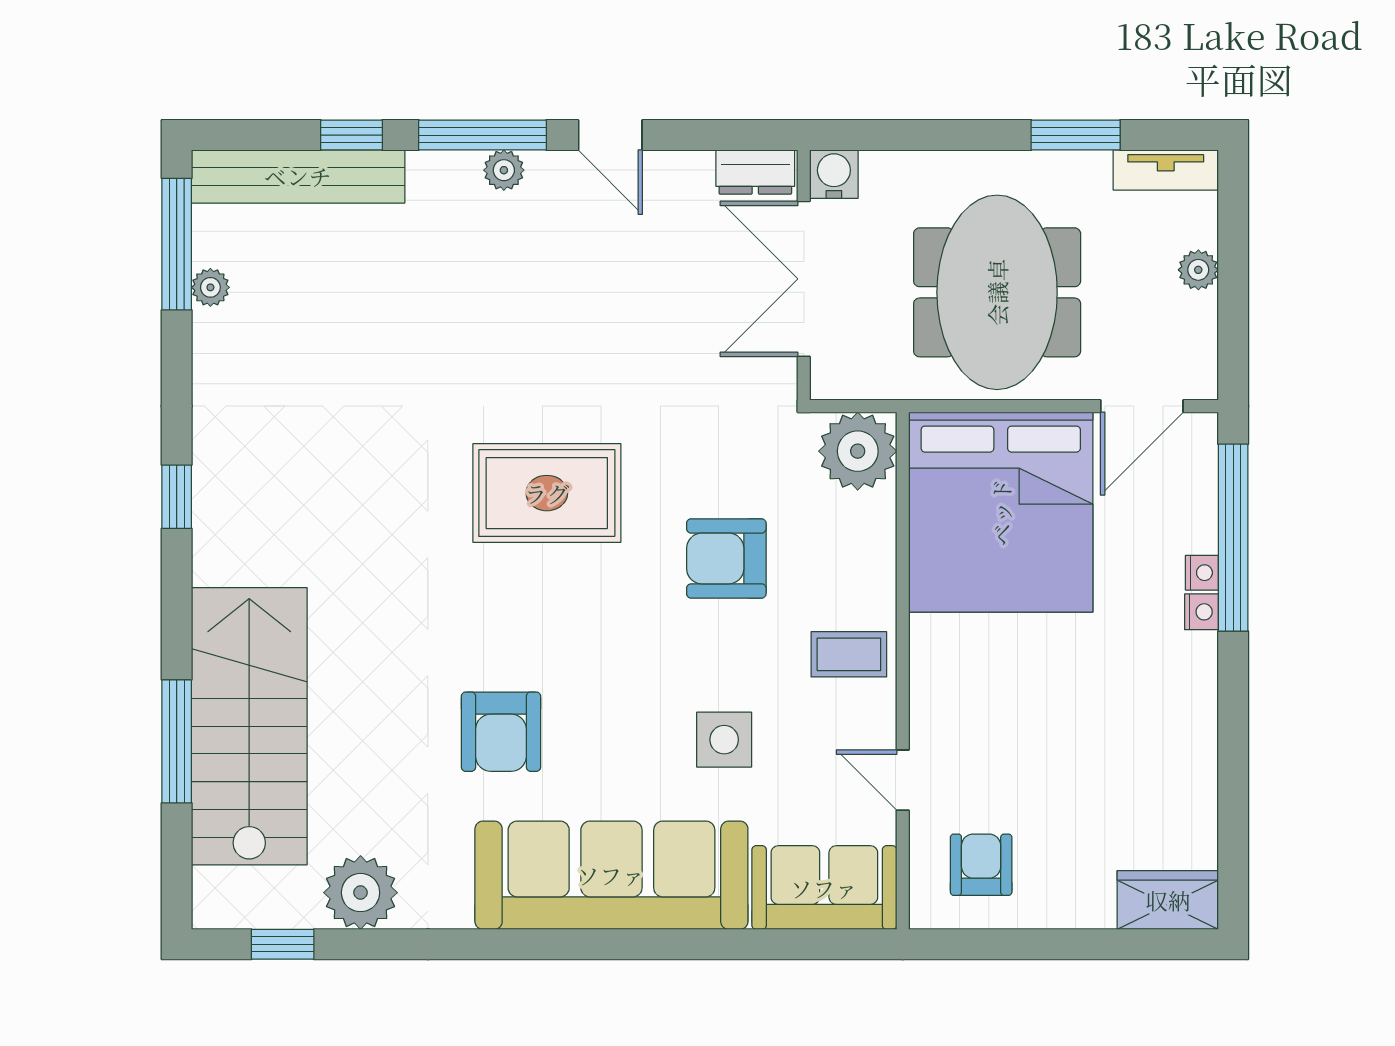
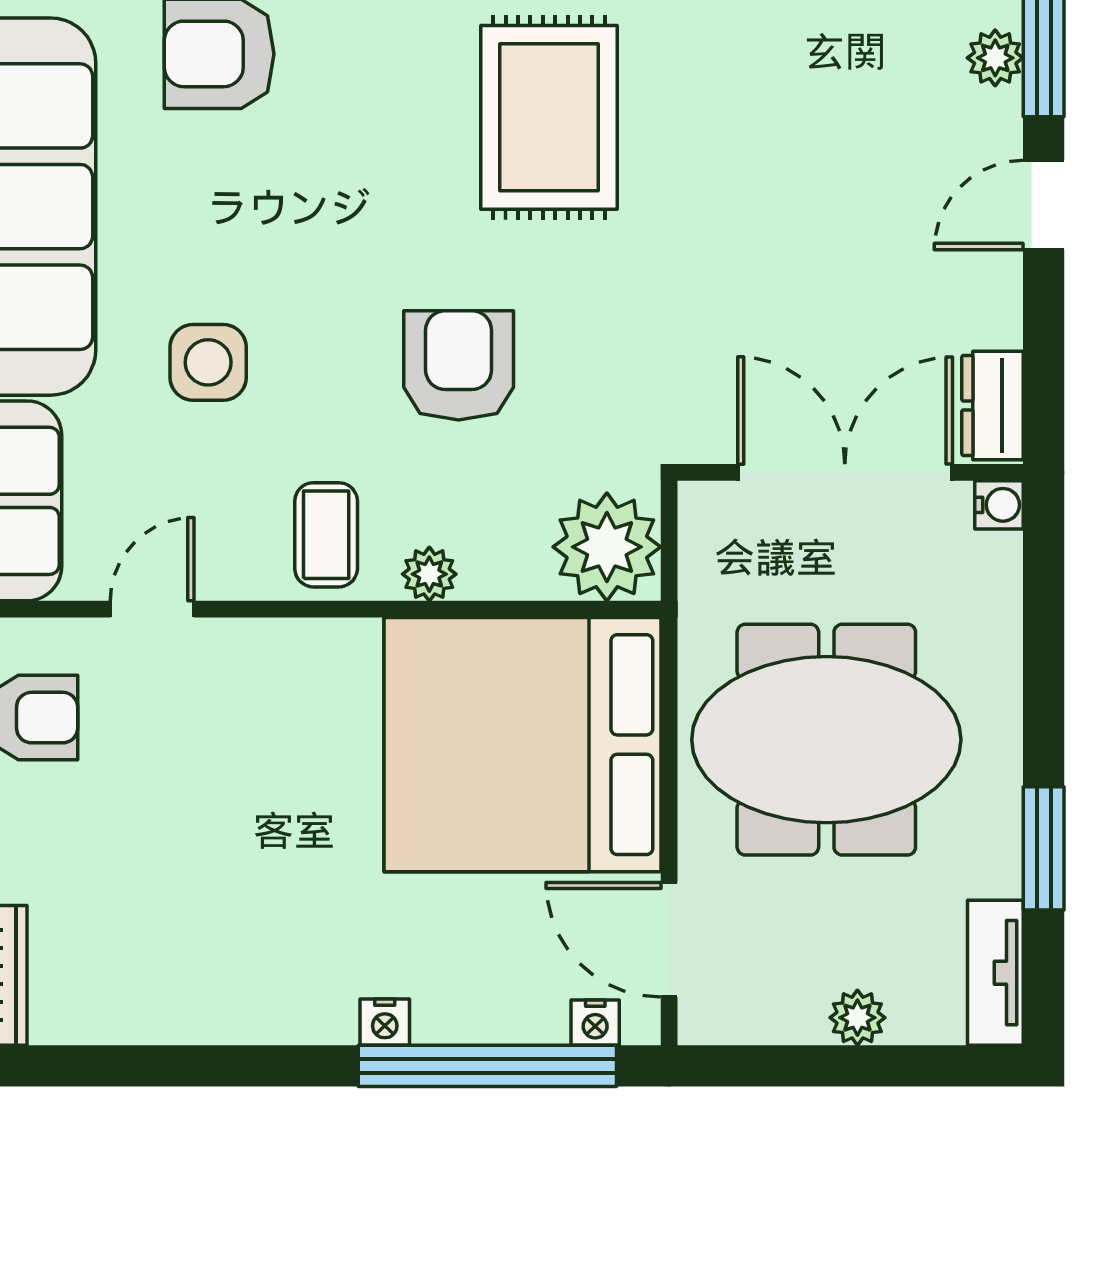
water cooler: (834, 174) -> (999, 505), width x0.72, depth x0.72
nightstand: (1202, 573) -> (595, 1023), moved
plant: (877, 580) -> (429, 574), added

